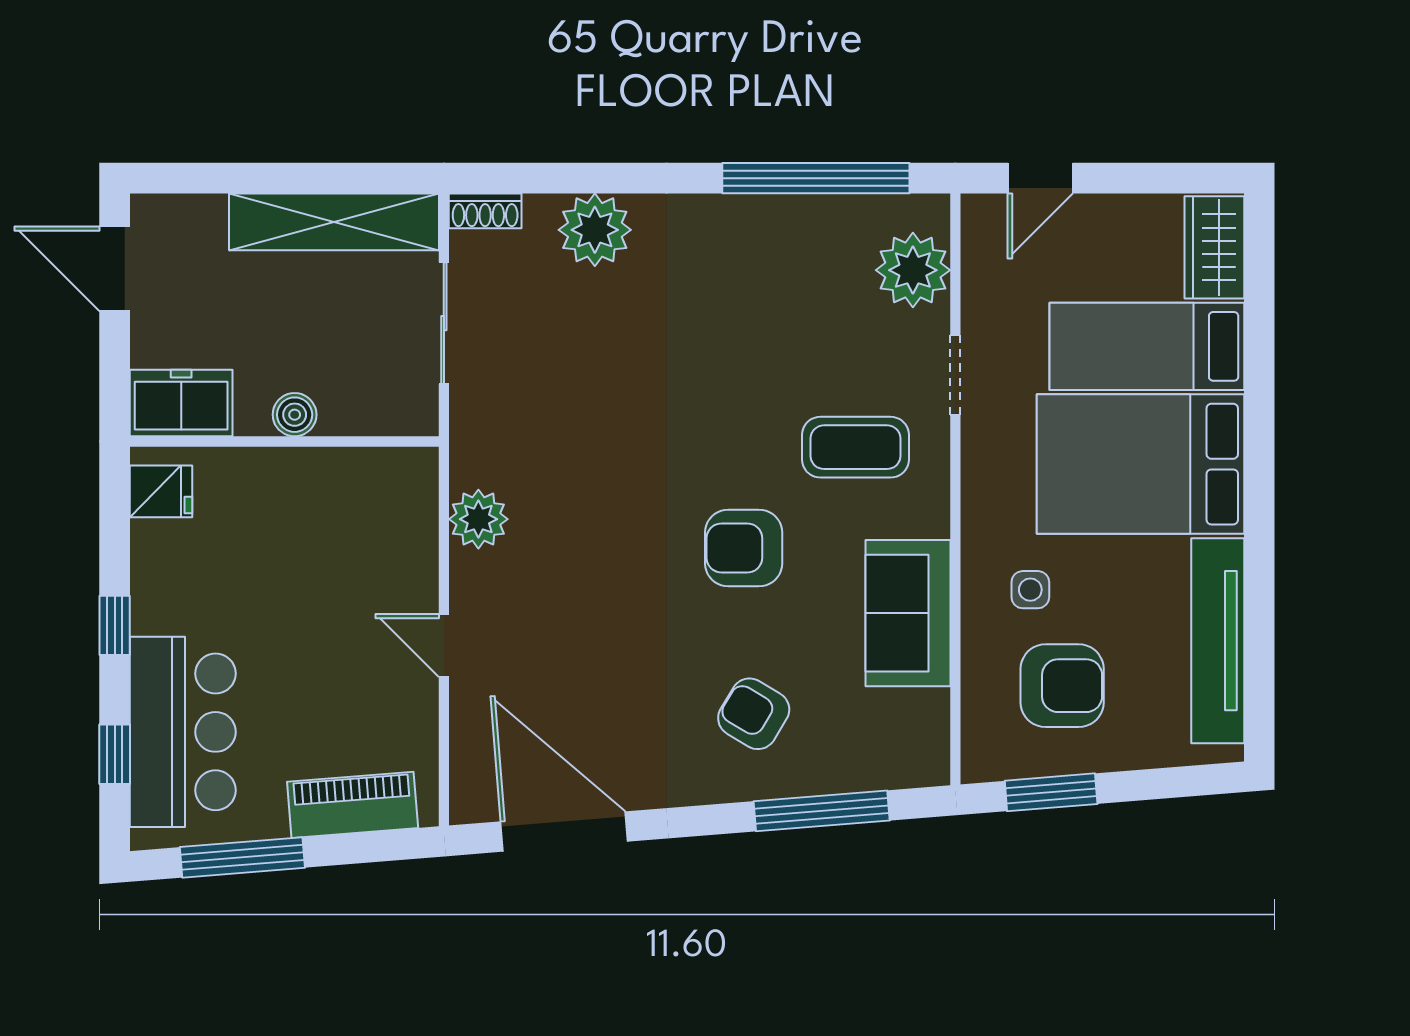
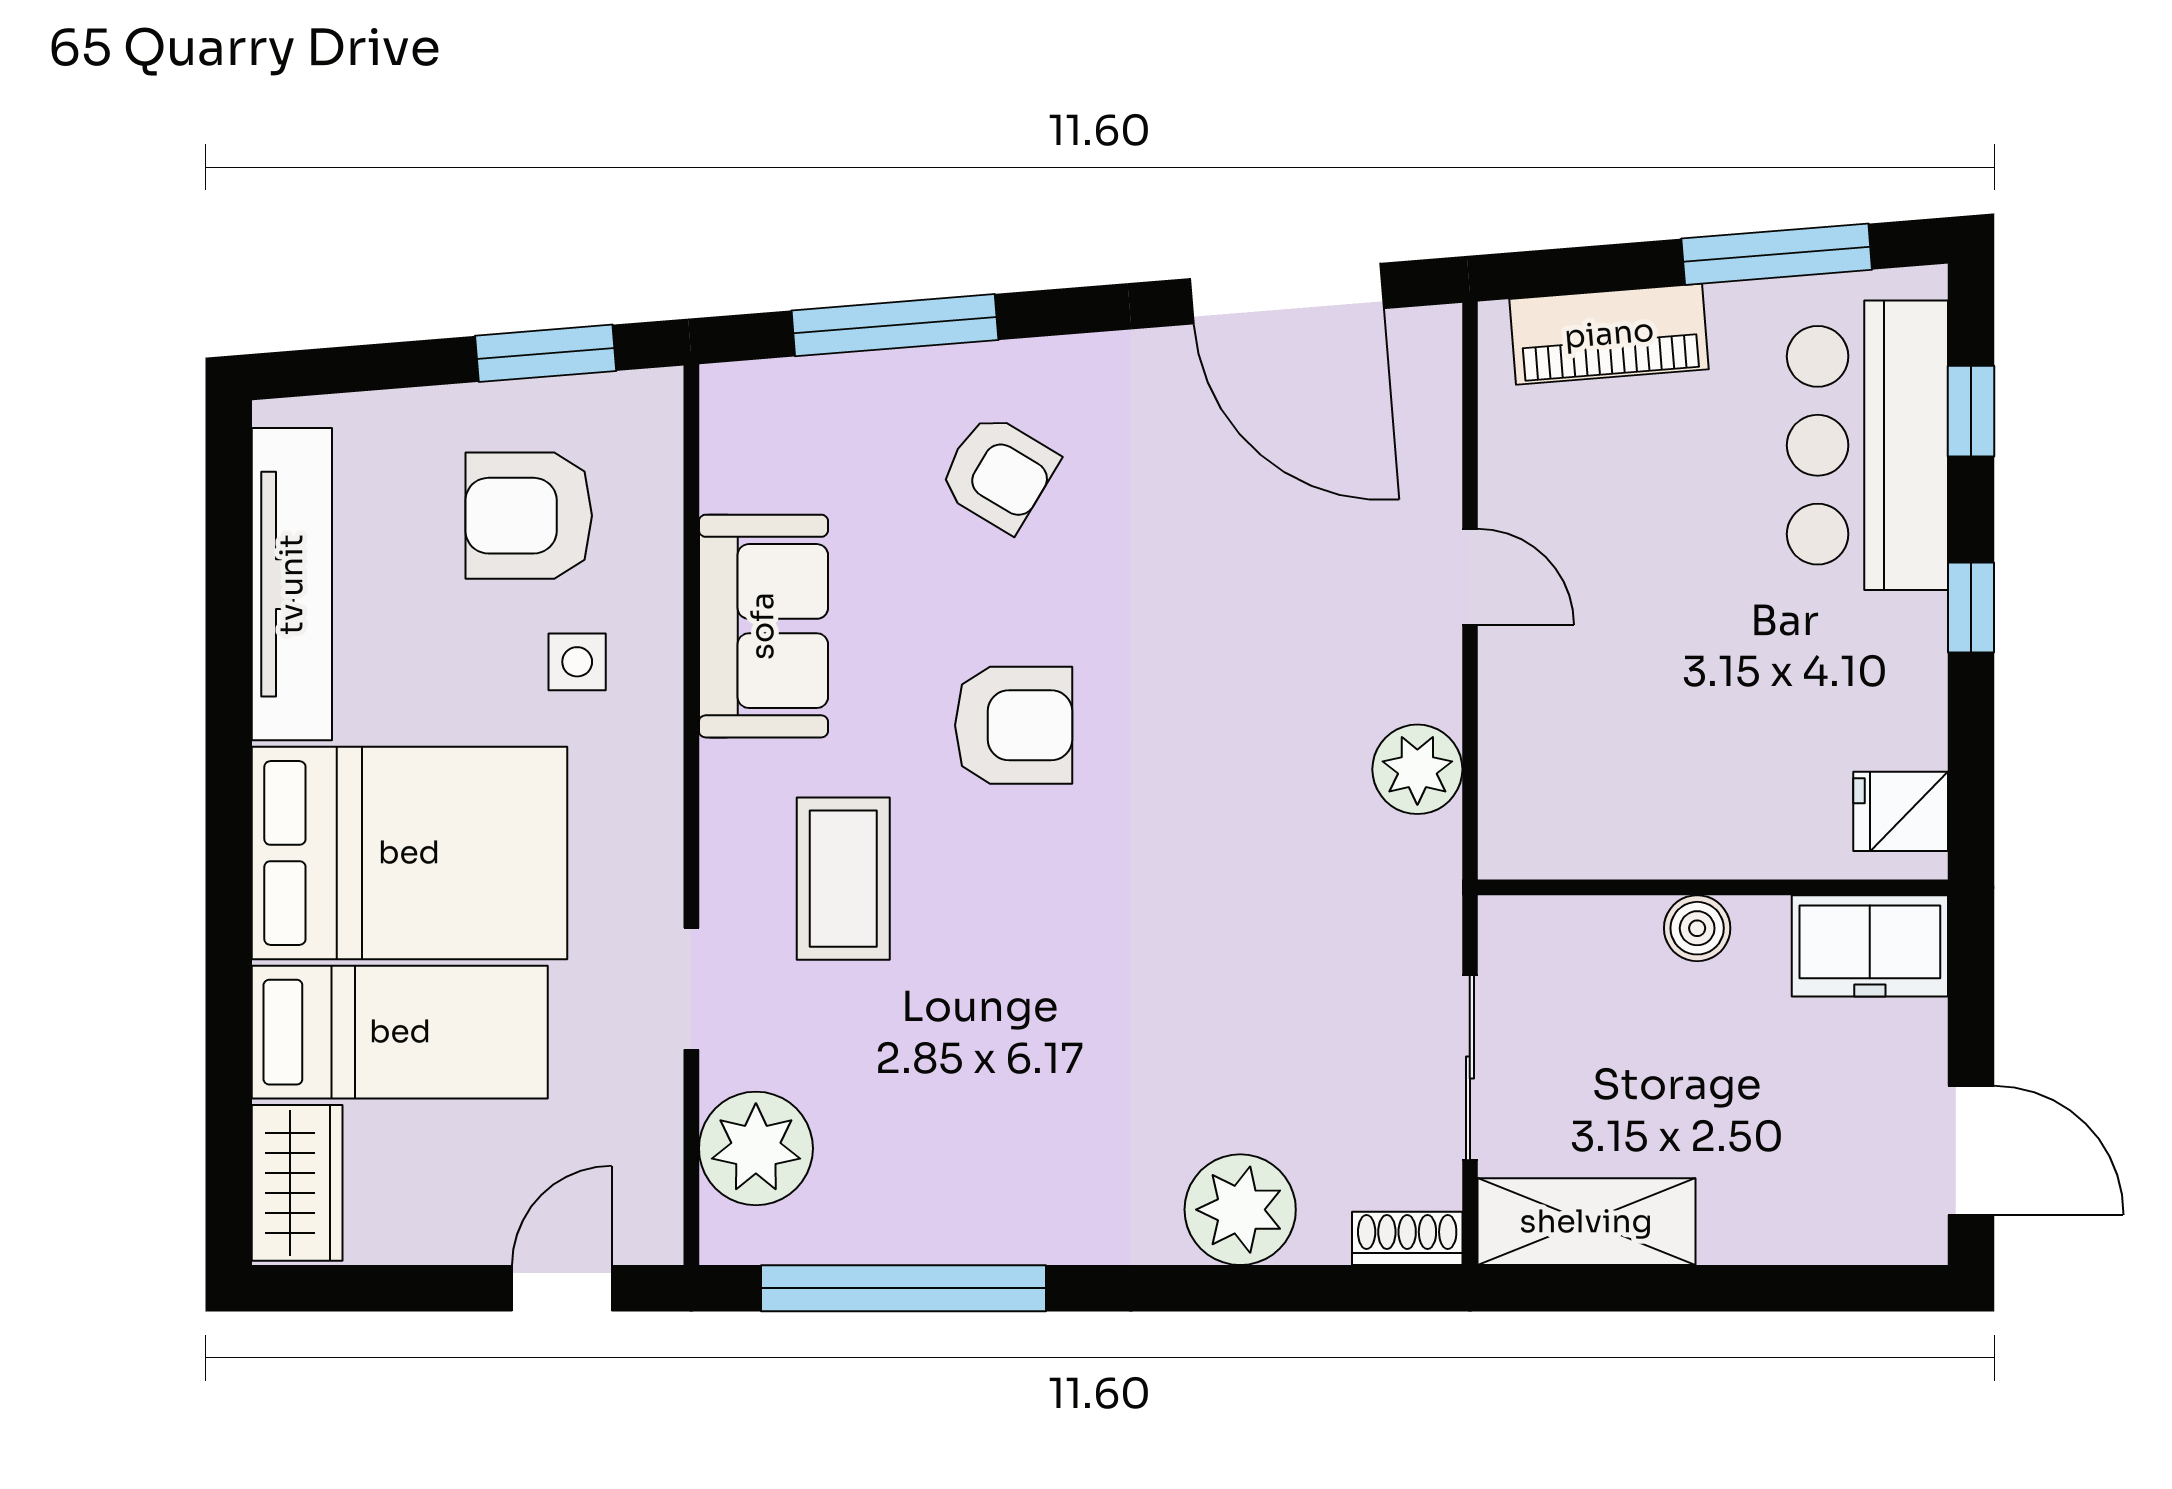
shelving: (334, 222) -> (1586, 1222), width x0.68
coffee table: (855, 447) -> (843, 879), turned 90

